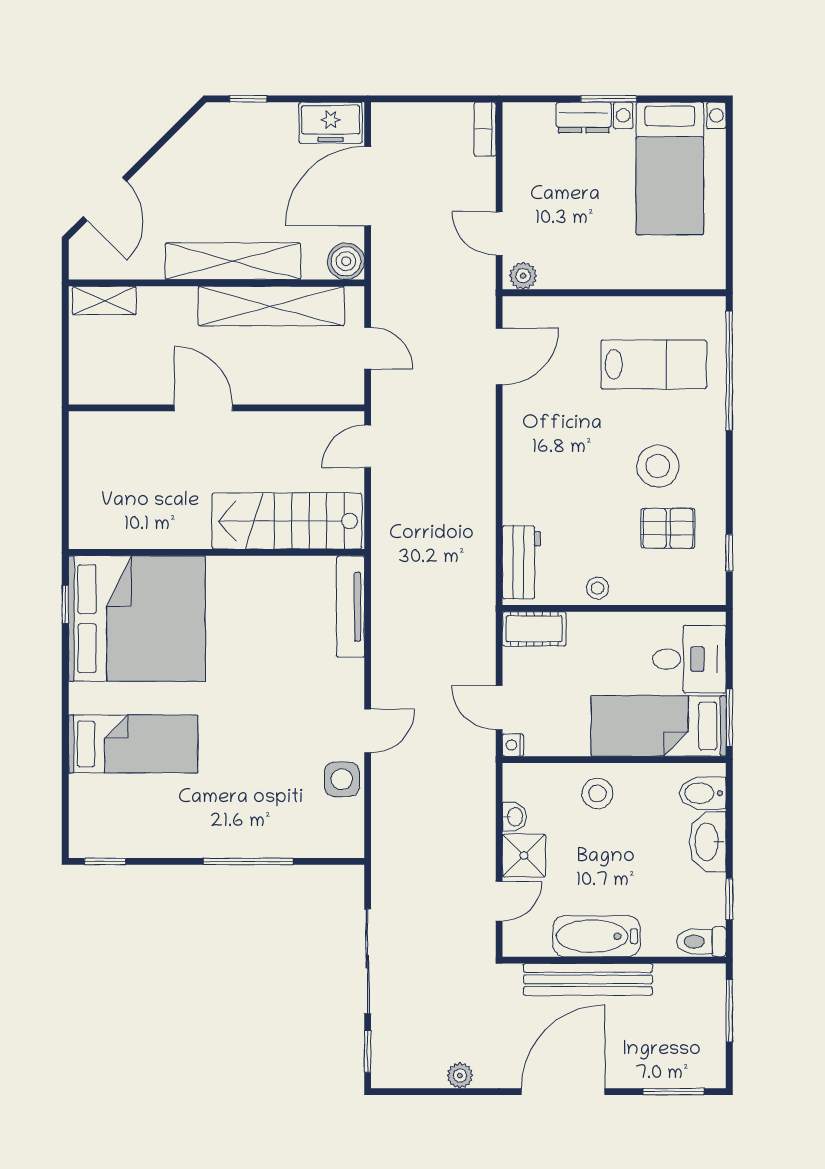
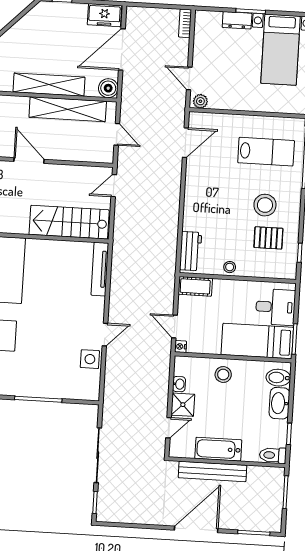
plant: (460, 1076) -> (143, 518), removed

